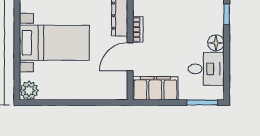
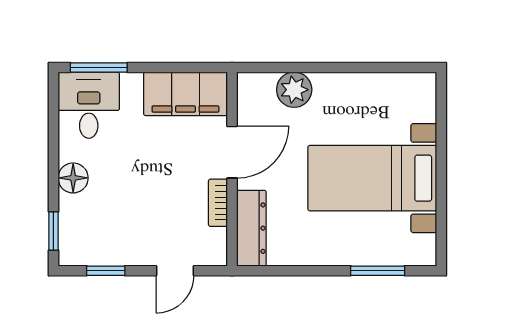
desk: (206, 69) -> (89, 105), moved, turned 90
plant: (29, 90) -> (294, 90), moved

